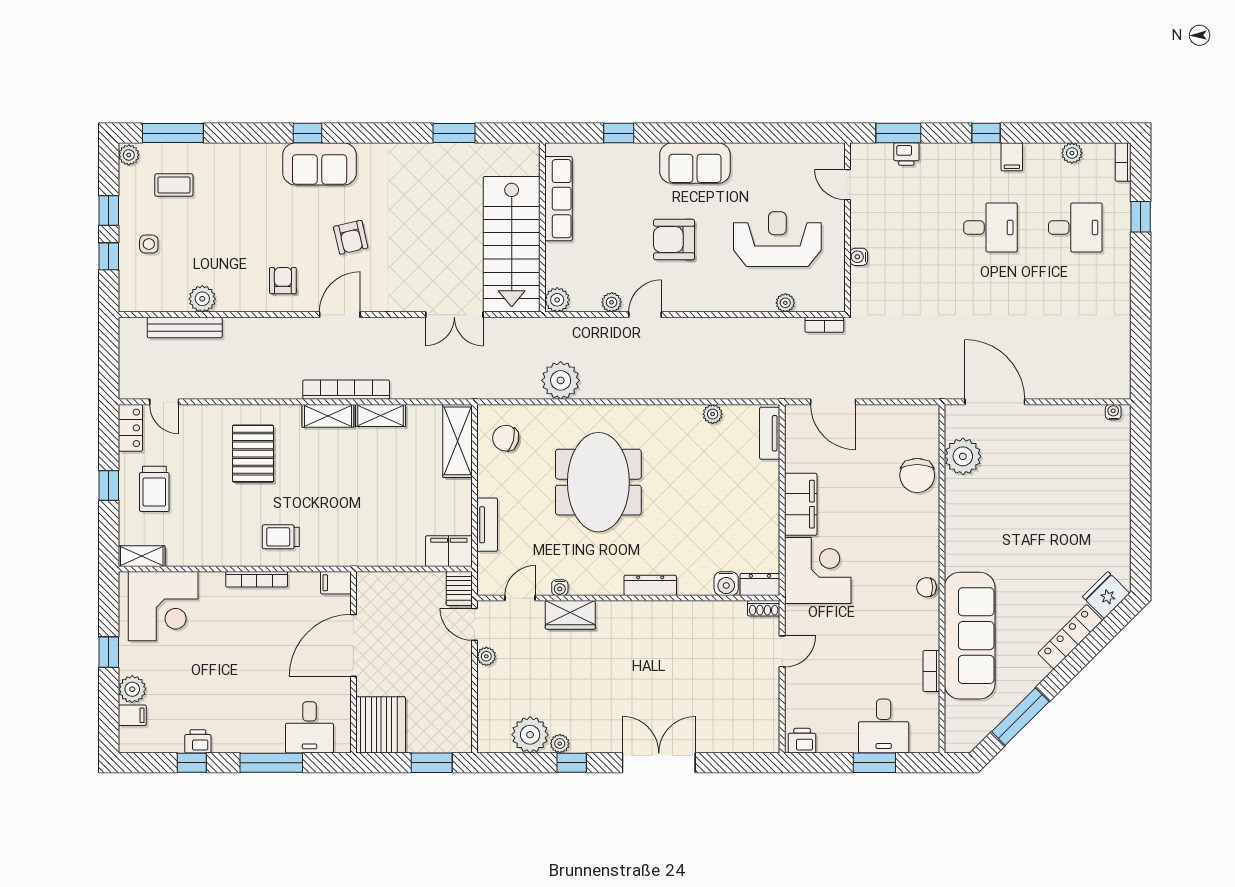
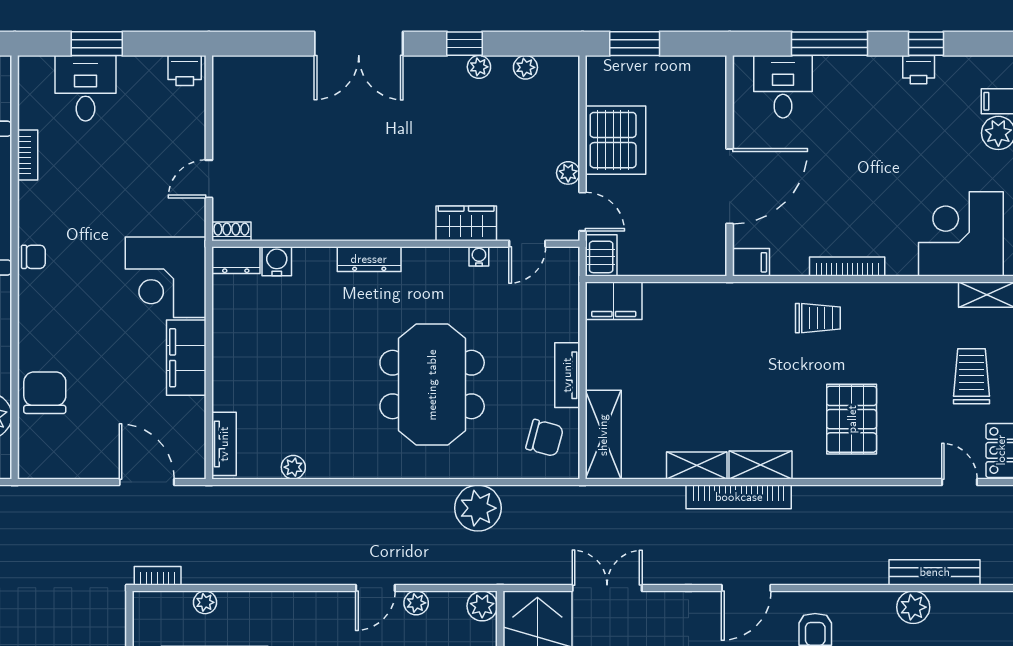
tv unit: (487, 525) -> (567, 375), moved
server rack: (381, 725) -> (615, 140), moved, turned 180
plant: (530, 735) -> (525, 67), width x0.53, depth x0.53

